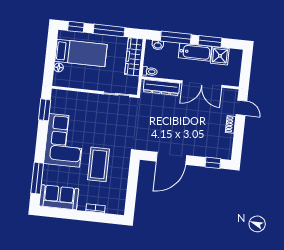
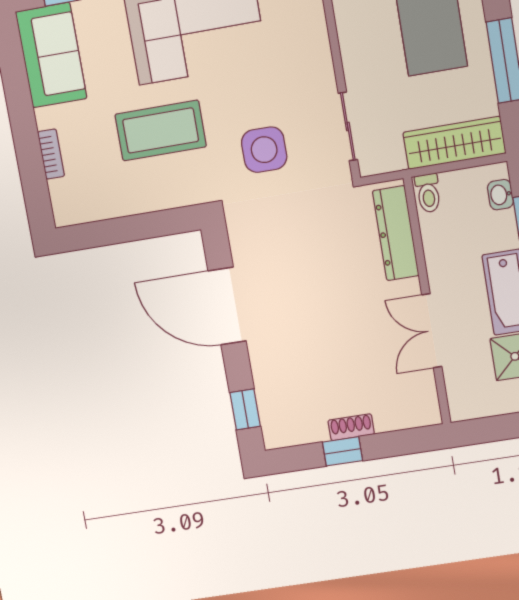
double door: (202, 84) -> (432, 331), width x0.73
door: (241, 108) -> (400, 443), removed
side table: (117, 128) -> (264, 150), added
window: (239, 130) -> (343, 451), added

